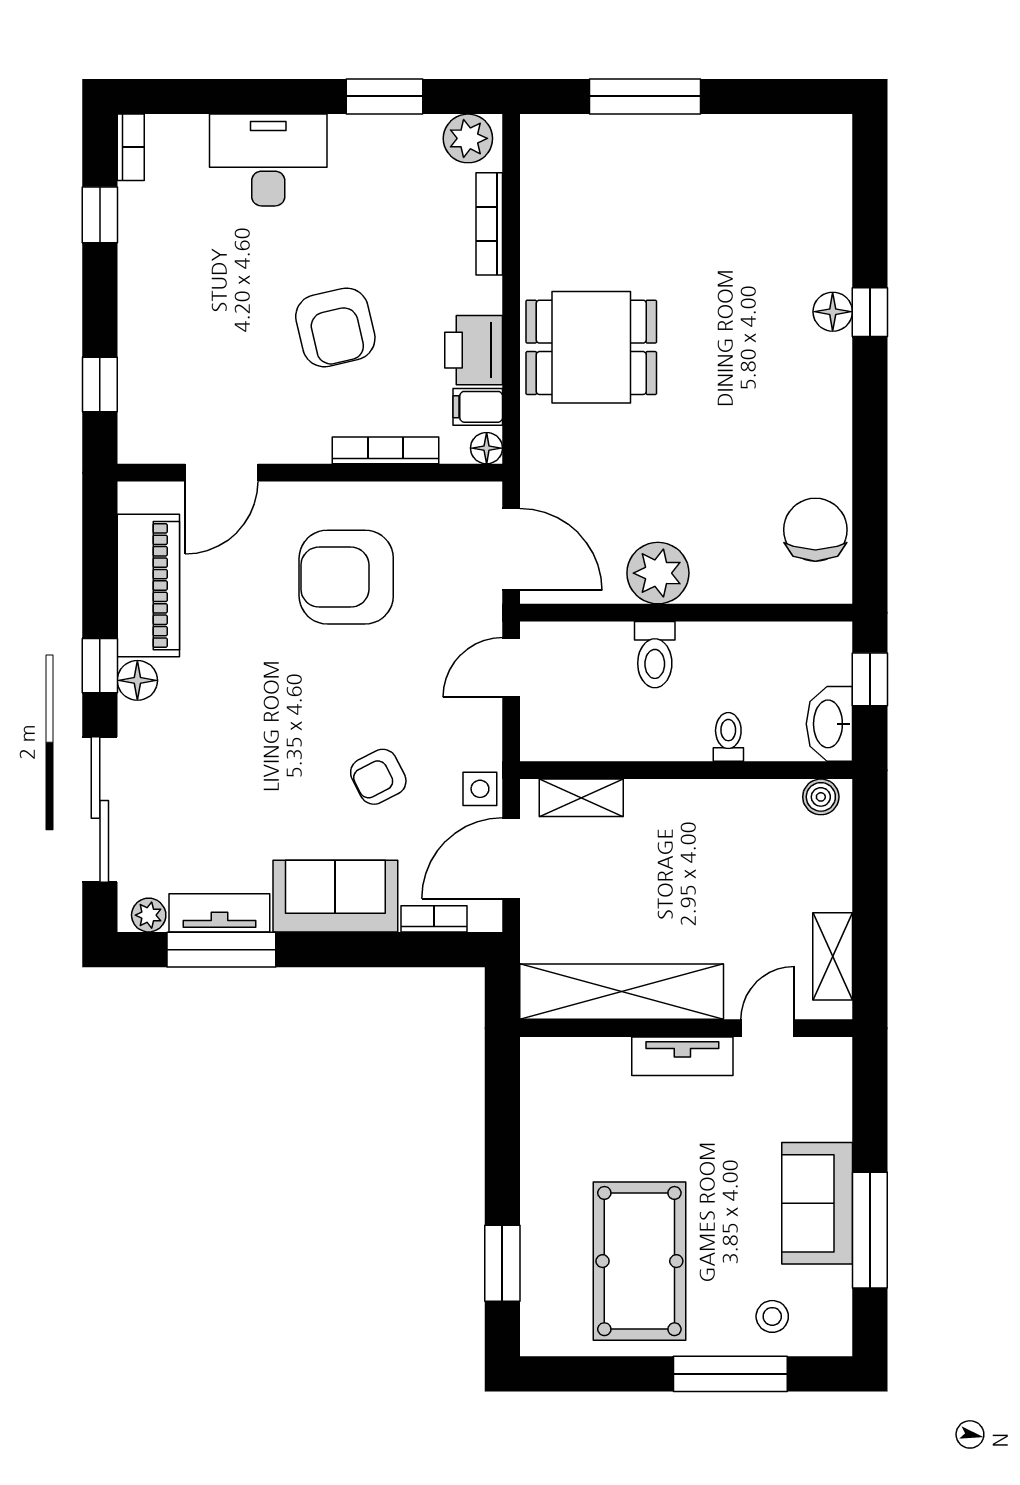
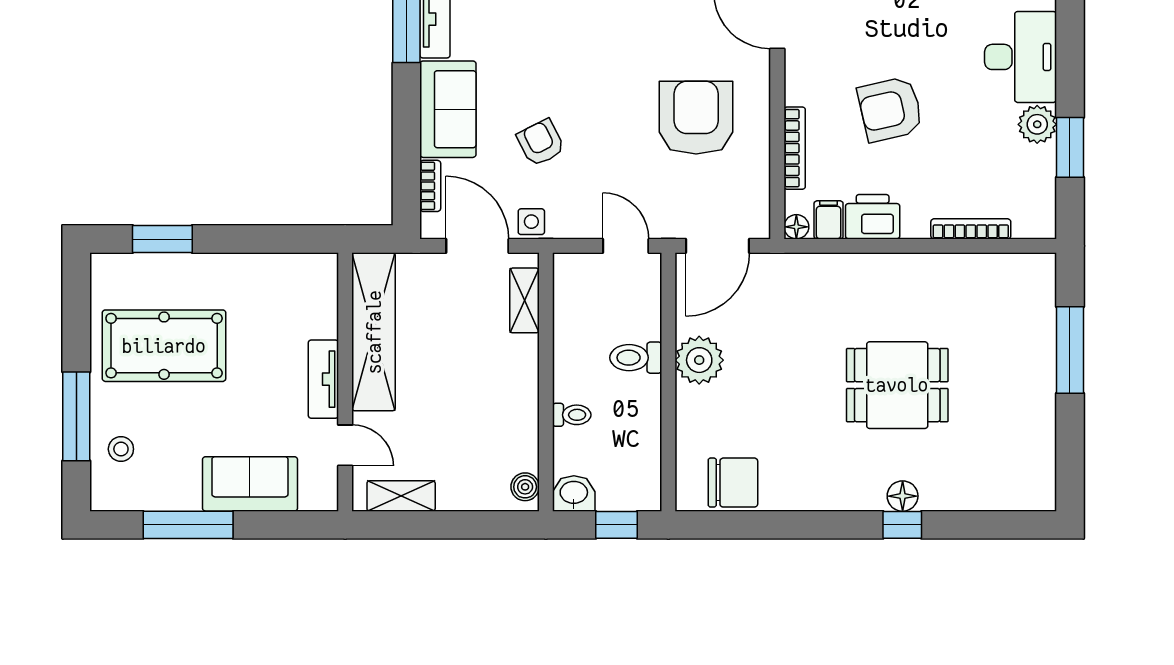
plant: (468, 138) -> (1037, 124), moved
dining table: (591, 347) -> (897, 385), moved, turned 90
washbasin: (829, 724) -> (574, 493), width x0.72
sofa: (817, 1203) -> (250, 484), moved

